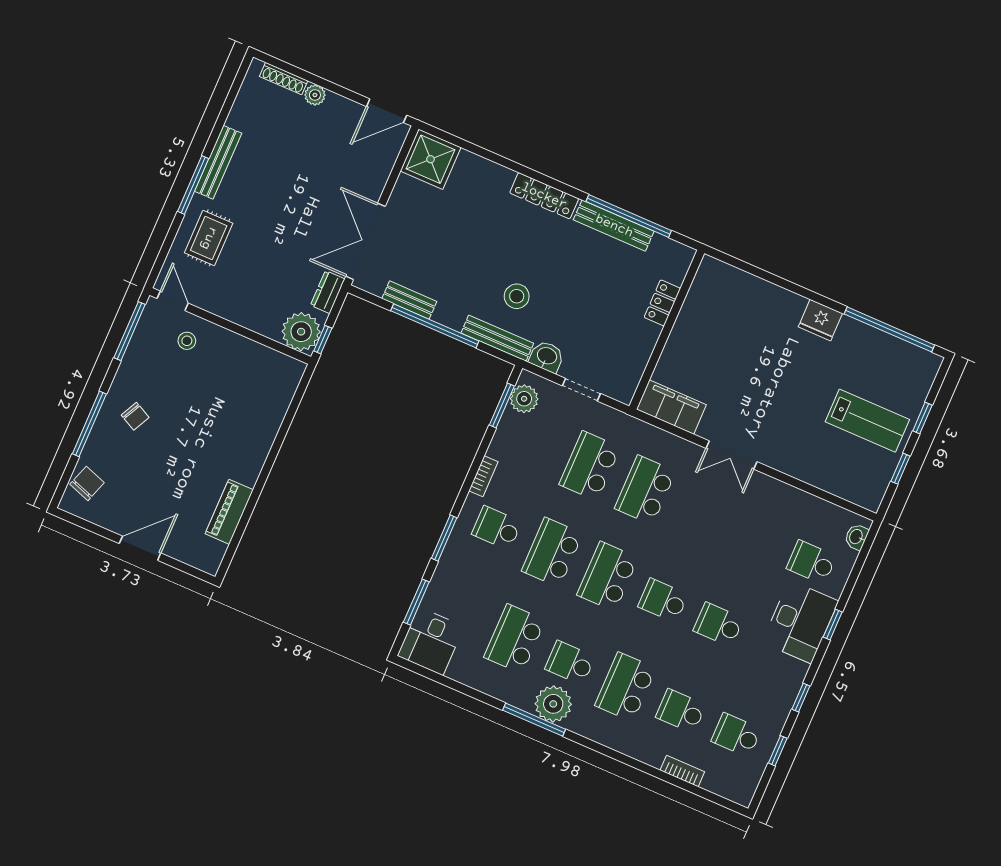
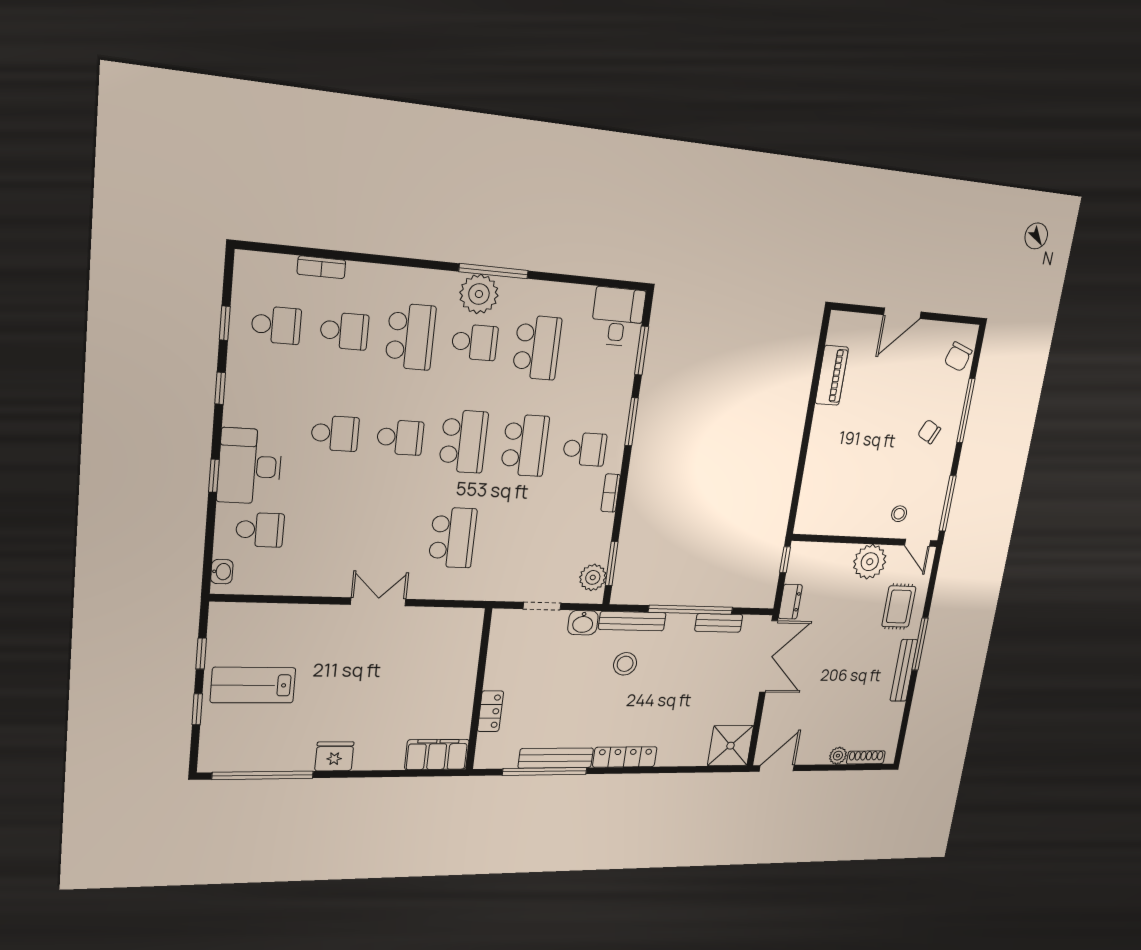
plant: (301, 332) -> (870, 562), moved
filing cabinet: (671, 407) -> (437, 755), moved, turned 180
school desk: (590, 466) -> (513, 540), removed

